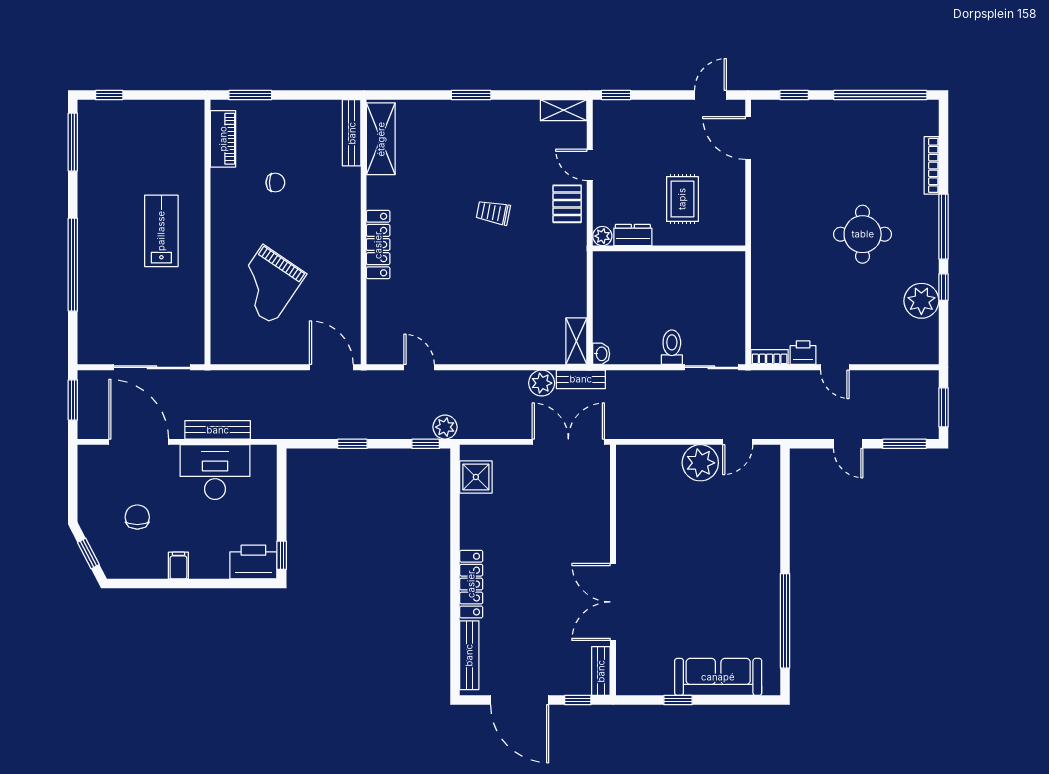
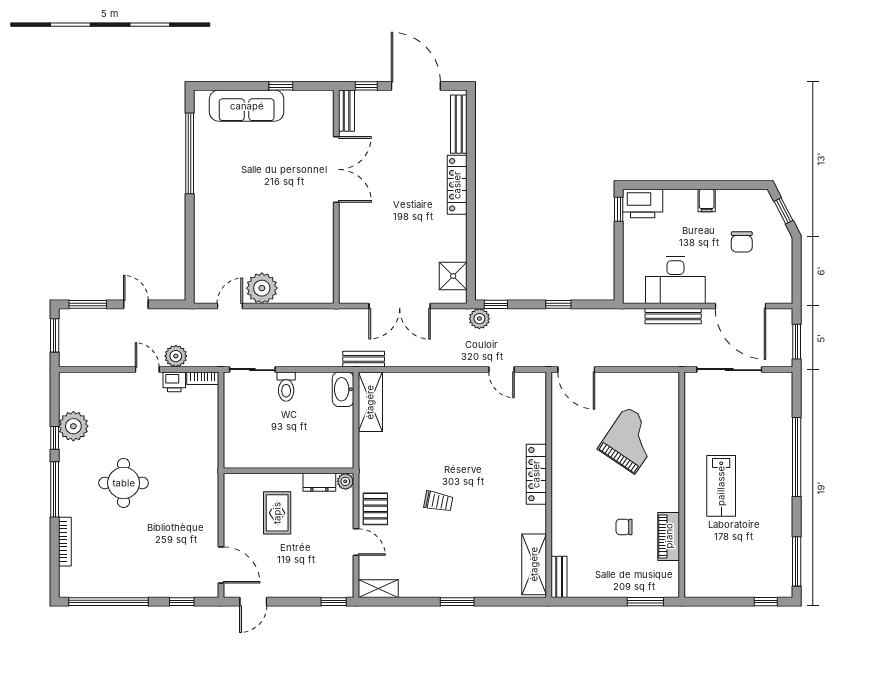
bench: (352, 133) -> (559, 577), width x0.73
piano: (223, 139) -> (669, 536), moved
shelving: (576, 341) -> (370, 402), width x1.50, depth x1.33
washbasin: (601, 354) -> (343, 389), width x1.91, depth x1.45
plant: (542, 383) -> (176, 356), moved
double door: (568, 442) -> (400, 306), moved

